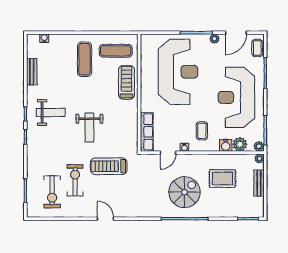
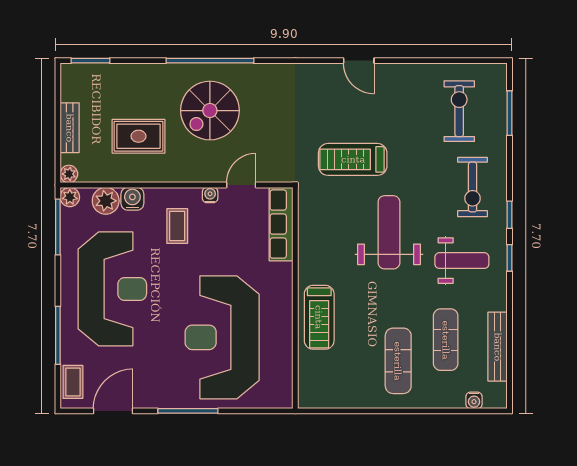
plant: (215, 39) -> (153, 399), removed
exercise mat: (116, 51) -> (446, 340), moved, turned 90
bench: (32, 72) -> (498, 347), width x1.36
weight bench: (51, 112) -> (462, 261), turned 180
weight bench: (89, 127) -> (389, 232), width x1.36, depth x1.33
treadmill: (109, 166) -> (353, 159), turned 180
exercise bike: (75, 180) -> (473, 187), moved

